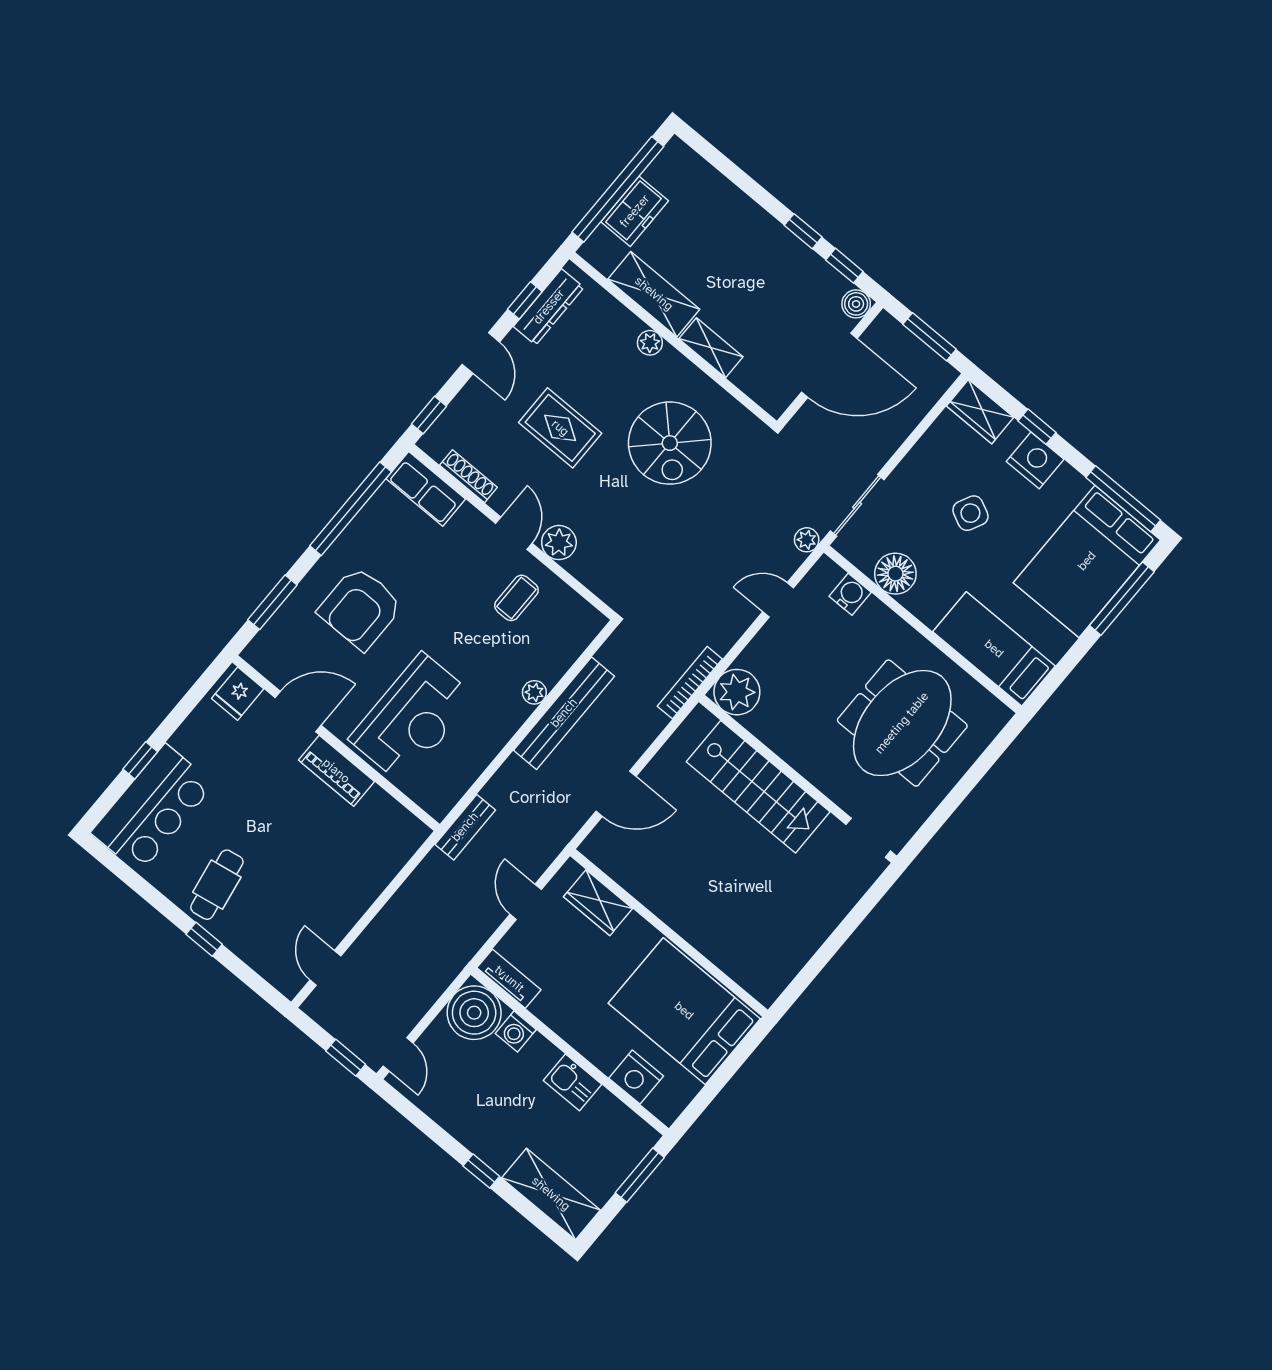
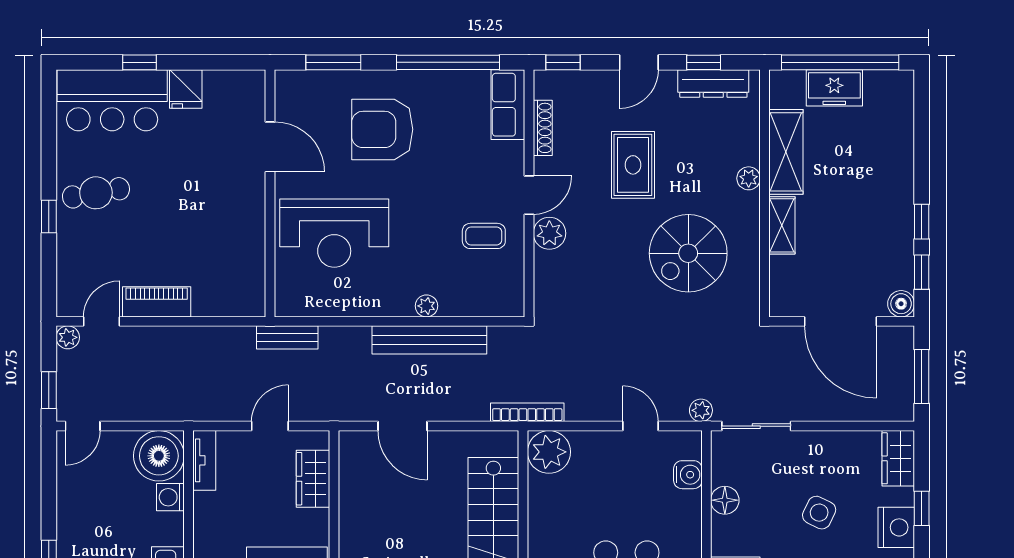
floor lamp: (895, 574) -> (725, 500), width x0.73, depth x0.73
fridge: (238, 694) -> (186, 89), moved, turned -90
piano: (336, 771) -> (157, 302), moved, turned 90
plant: (315, 1006) -> (68, 337), added

